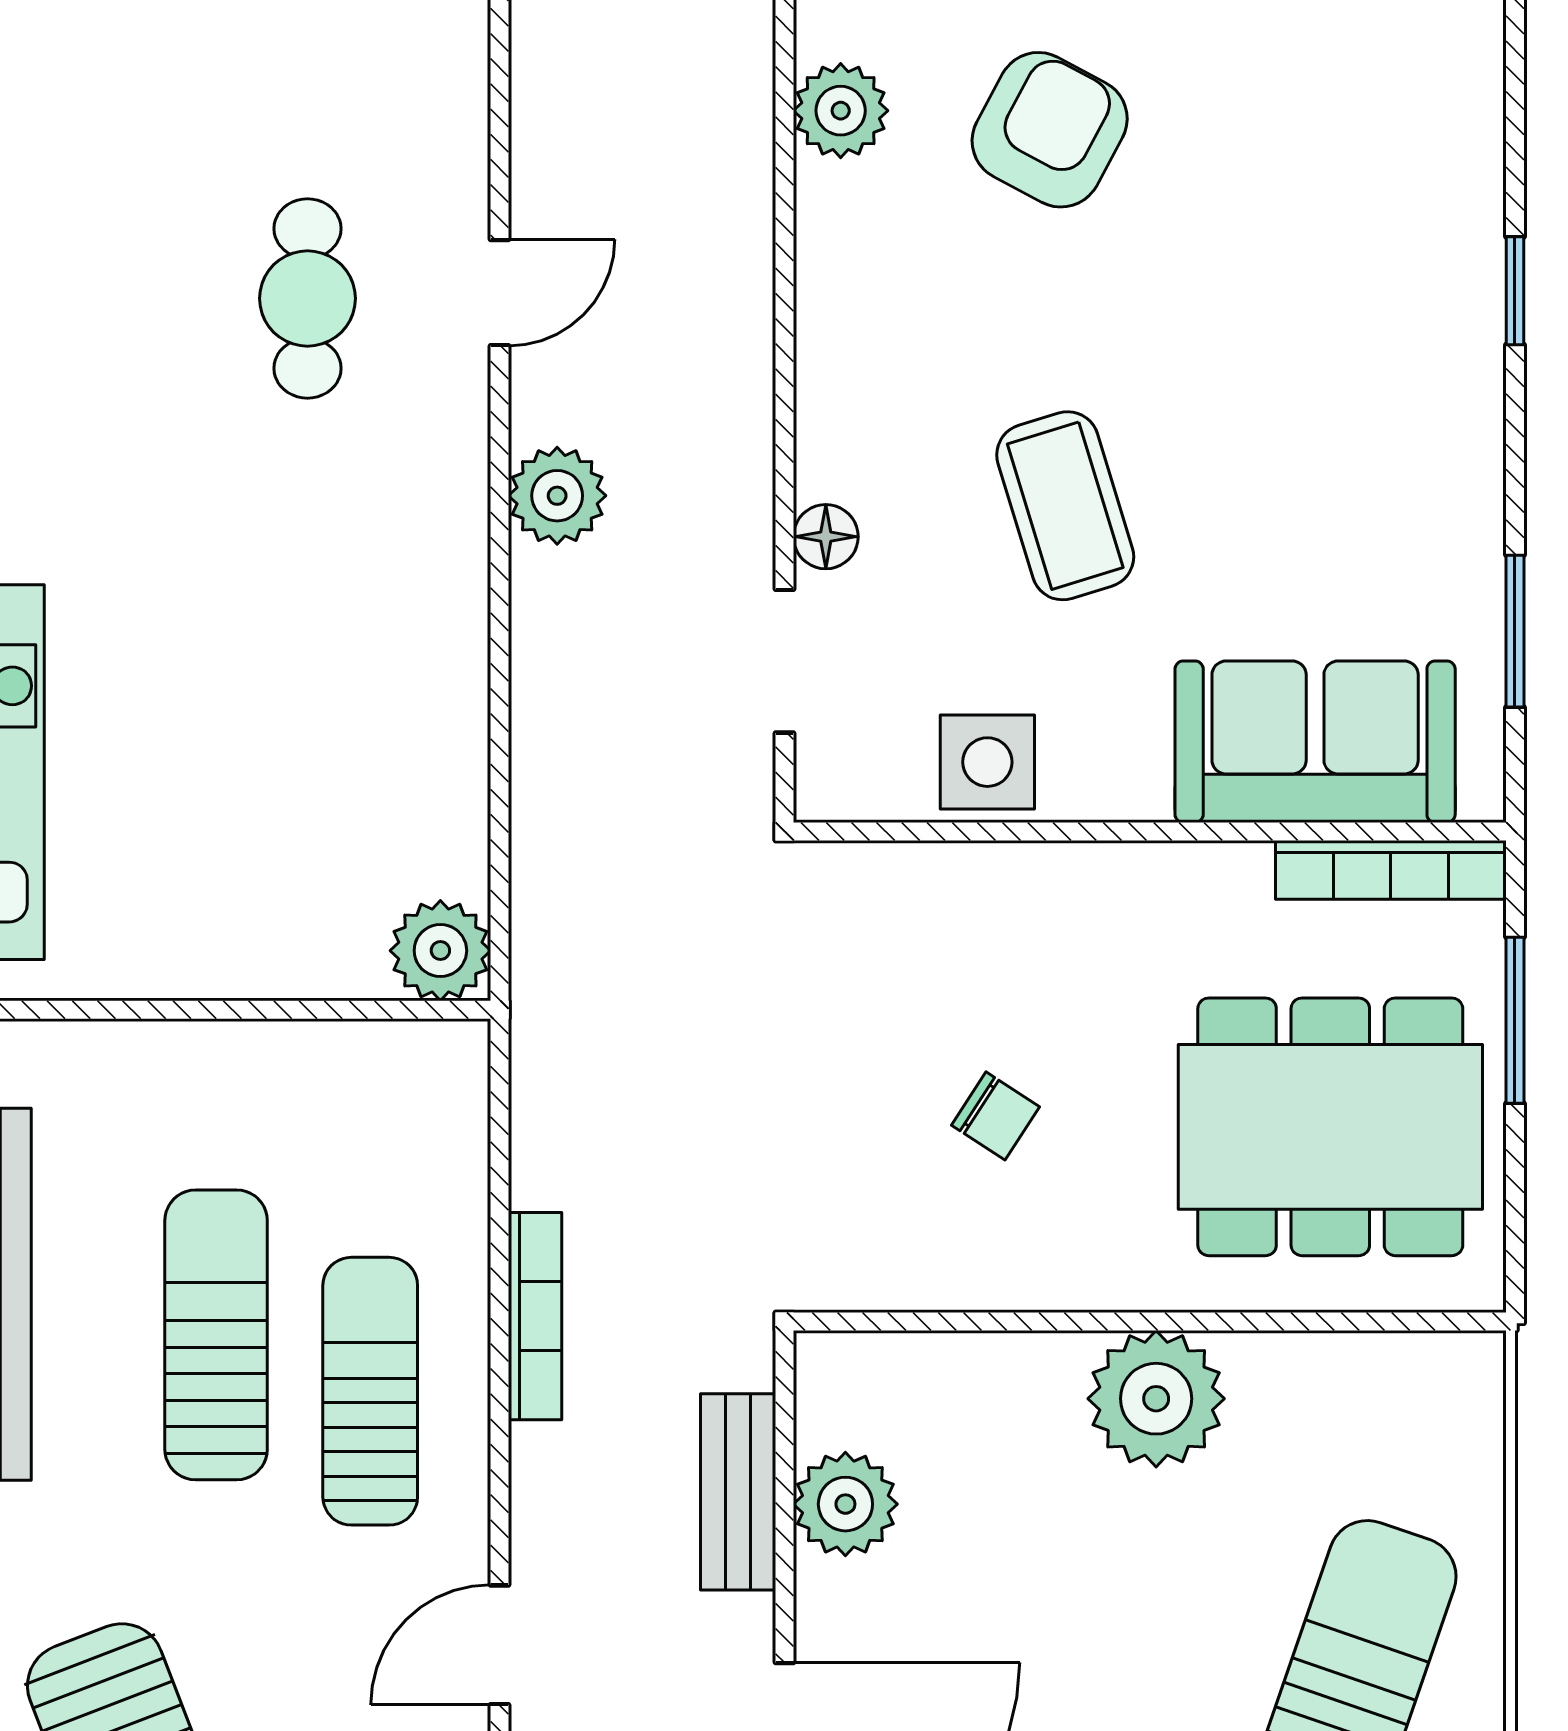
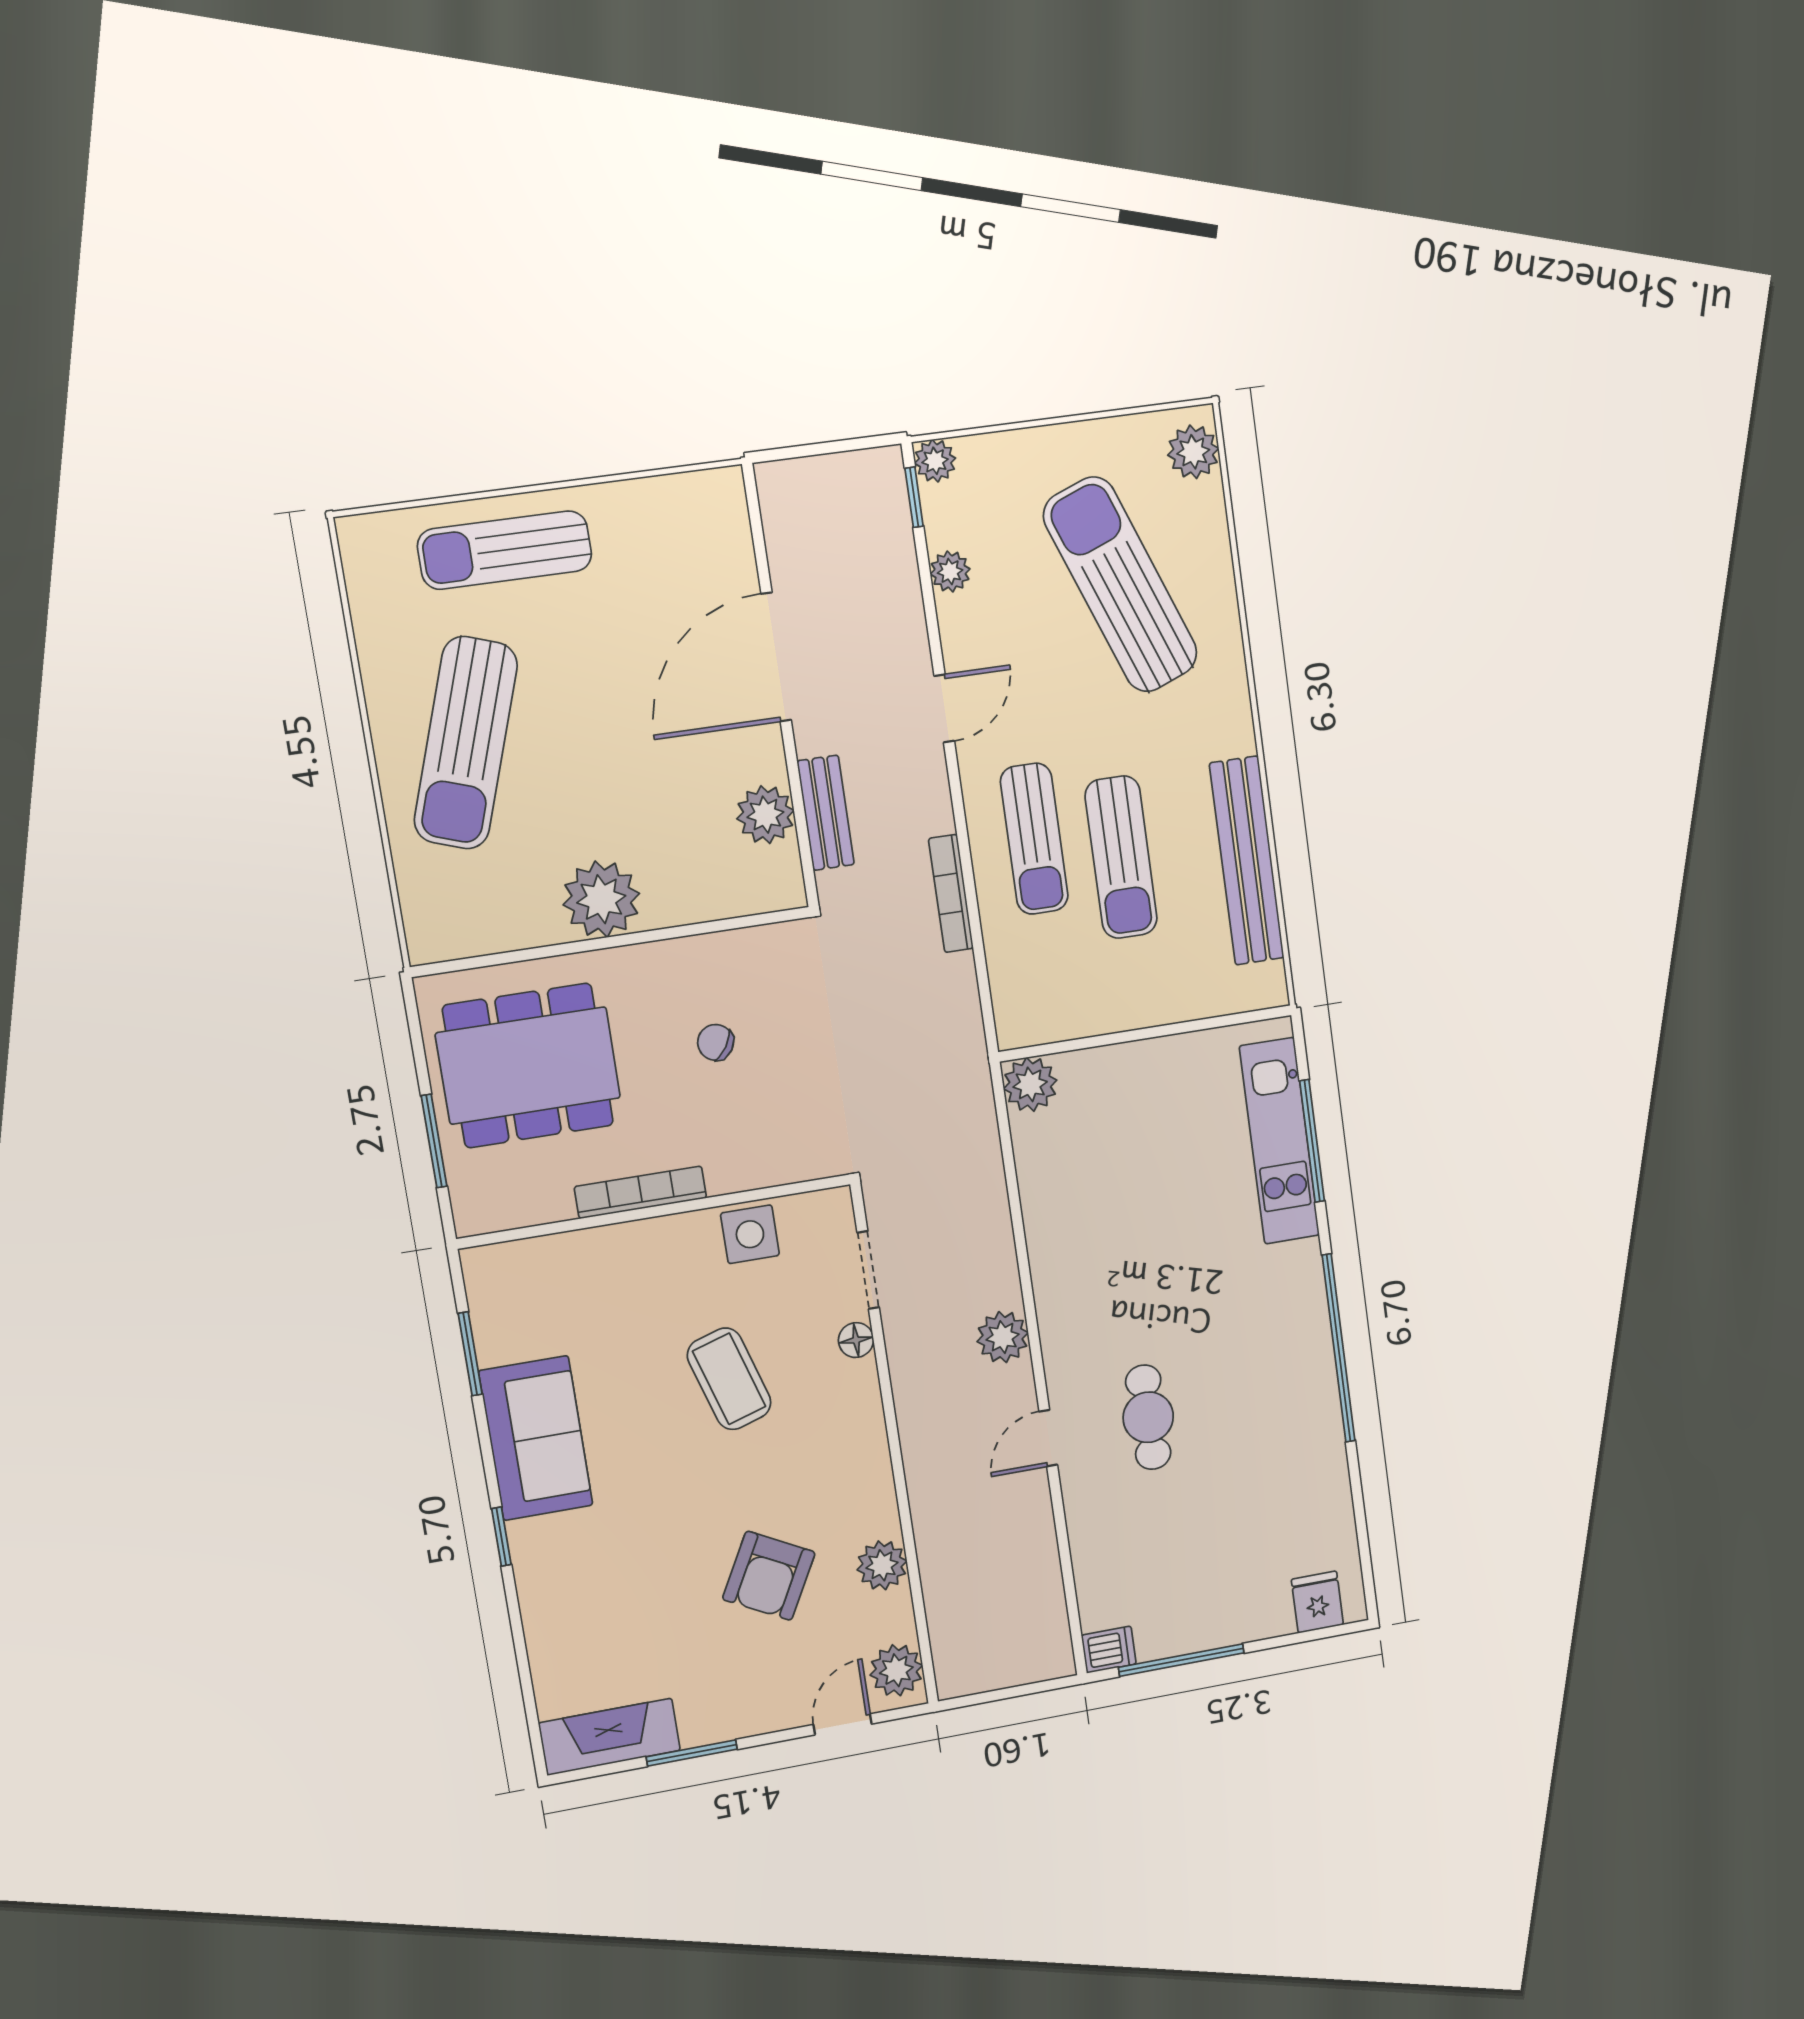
sofa: (1315, 742) -> (536, 1438), moved, turned -90
bookcase: (1391, 870) -> (640, 1192), moved

